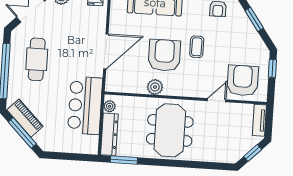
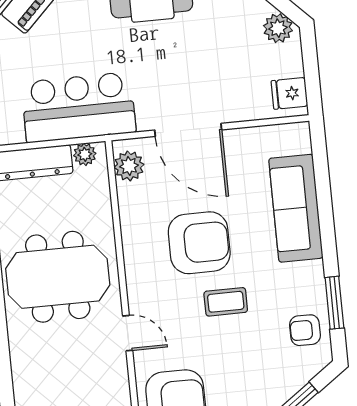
plant: (155, 87) -> (129, 166), moved
door: (217, 100) -> (128, 333), moved

